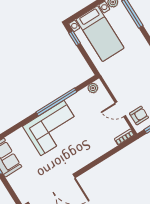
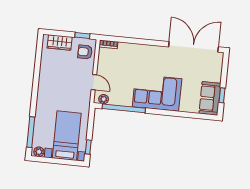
window: (56, 102) -> (124, 108), moved
door: (120, 109) -> (94, 82), moved

